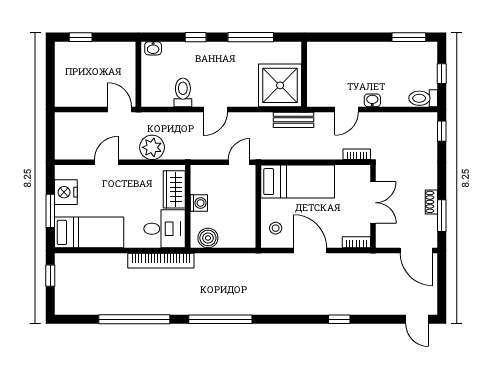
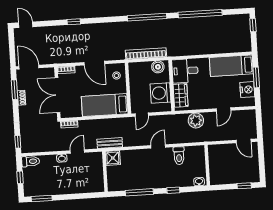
shower: (280, 85) -> (113, 158), width x0.54, depth x0.54
door: (120, 109) -> (244, 141), moved
washing machine: (199, 203) -> (161, 93), width x1.89, depth x1.89
double door: (373, 203) -> (57, 95), width x1.37
bookcase: (161, 261) -> (146, 54), moved
window: (50, 276) -> (253, 25), moved

